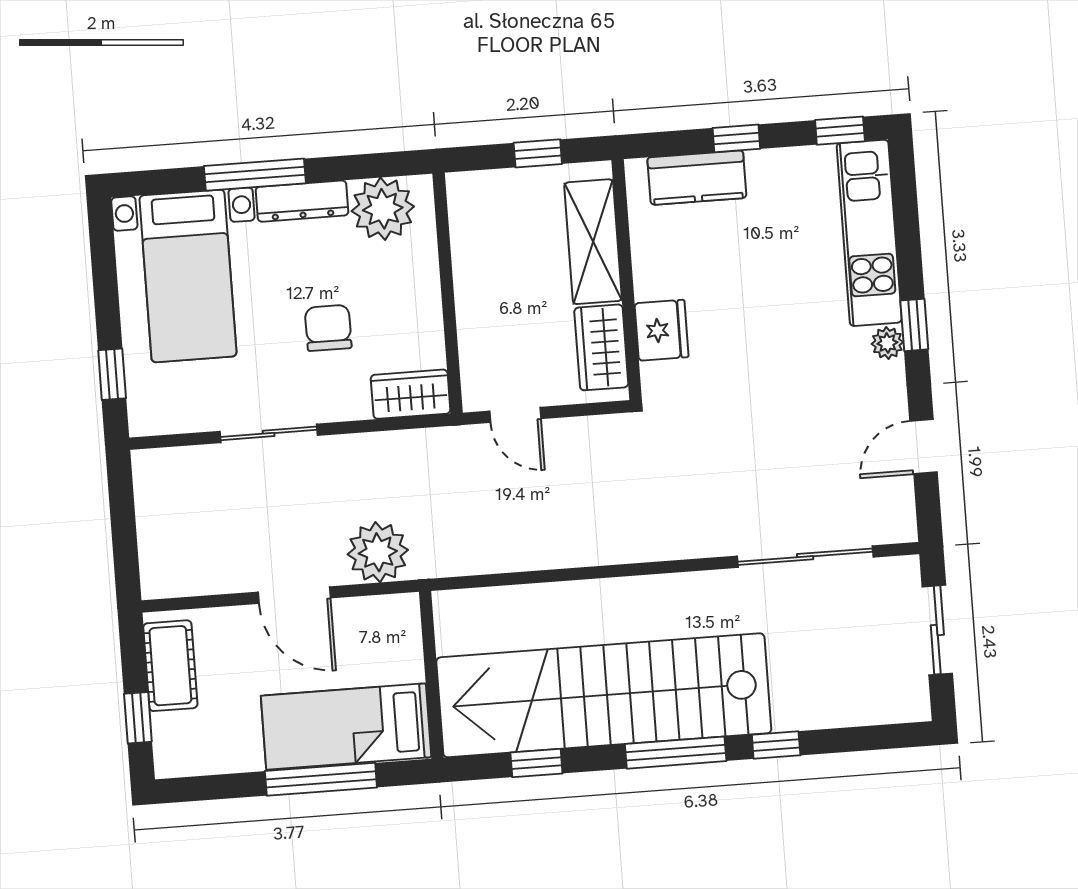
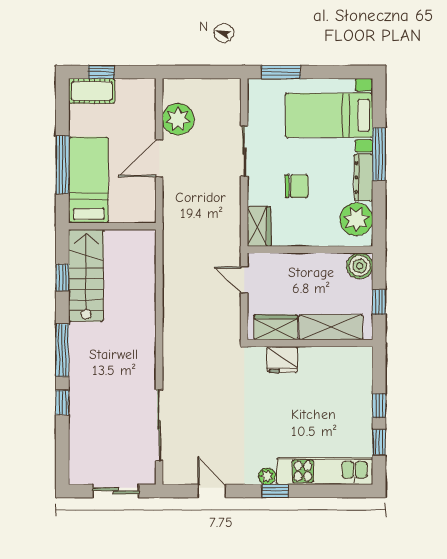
window: (840, 131) -> (379, 442), moved
kitchen counter: (697, 178) -> (360, 384), removed
boiler: (471, 196) -> (360, 266), added
window: (112, 374) -> (281, 72), width x1.50
door: (515, 415) -> (244, 280), hinge flipped
plant: (378, 552) -> (178, 119), moved
cot: (170, 666) -> (92, 91), moved
stairs: (604, 695) -> (86, 275), width x0.54, depth x0.66

